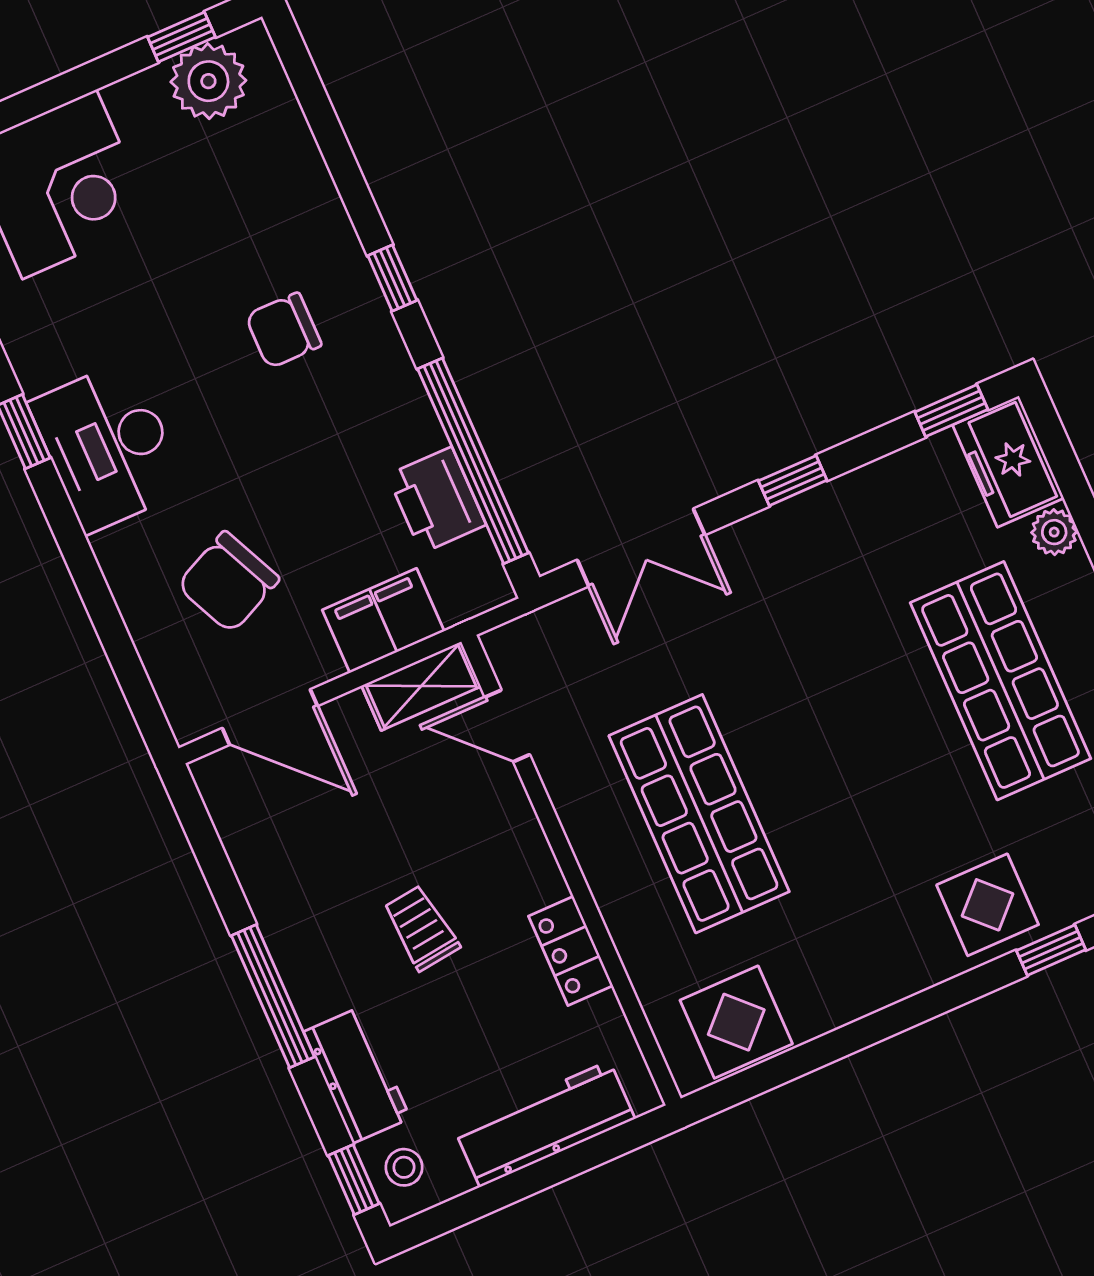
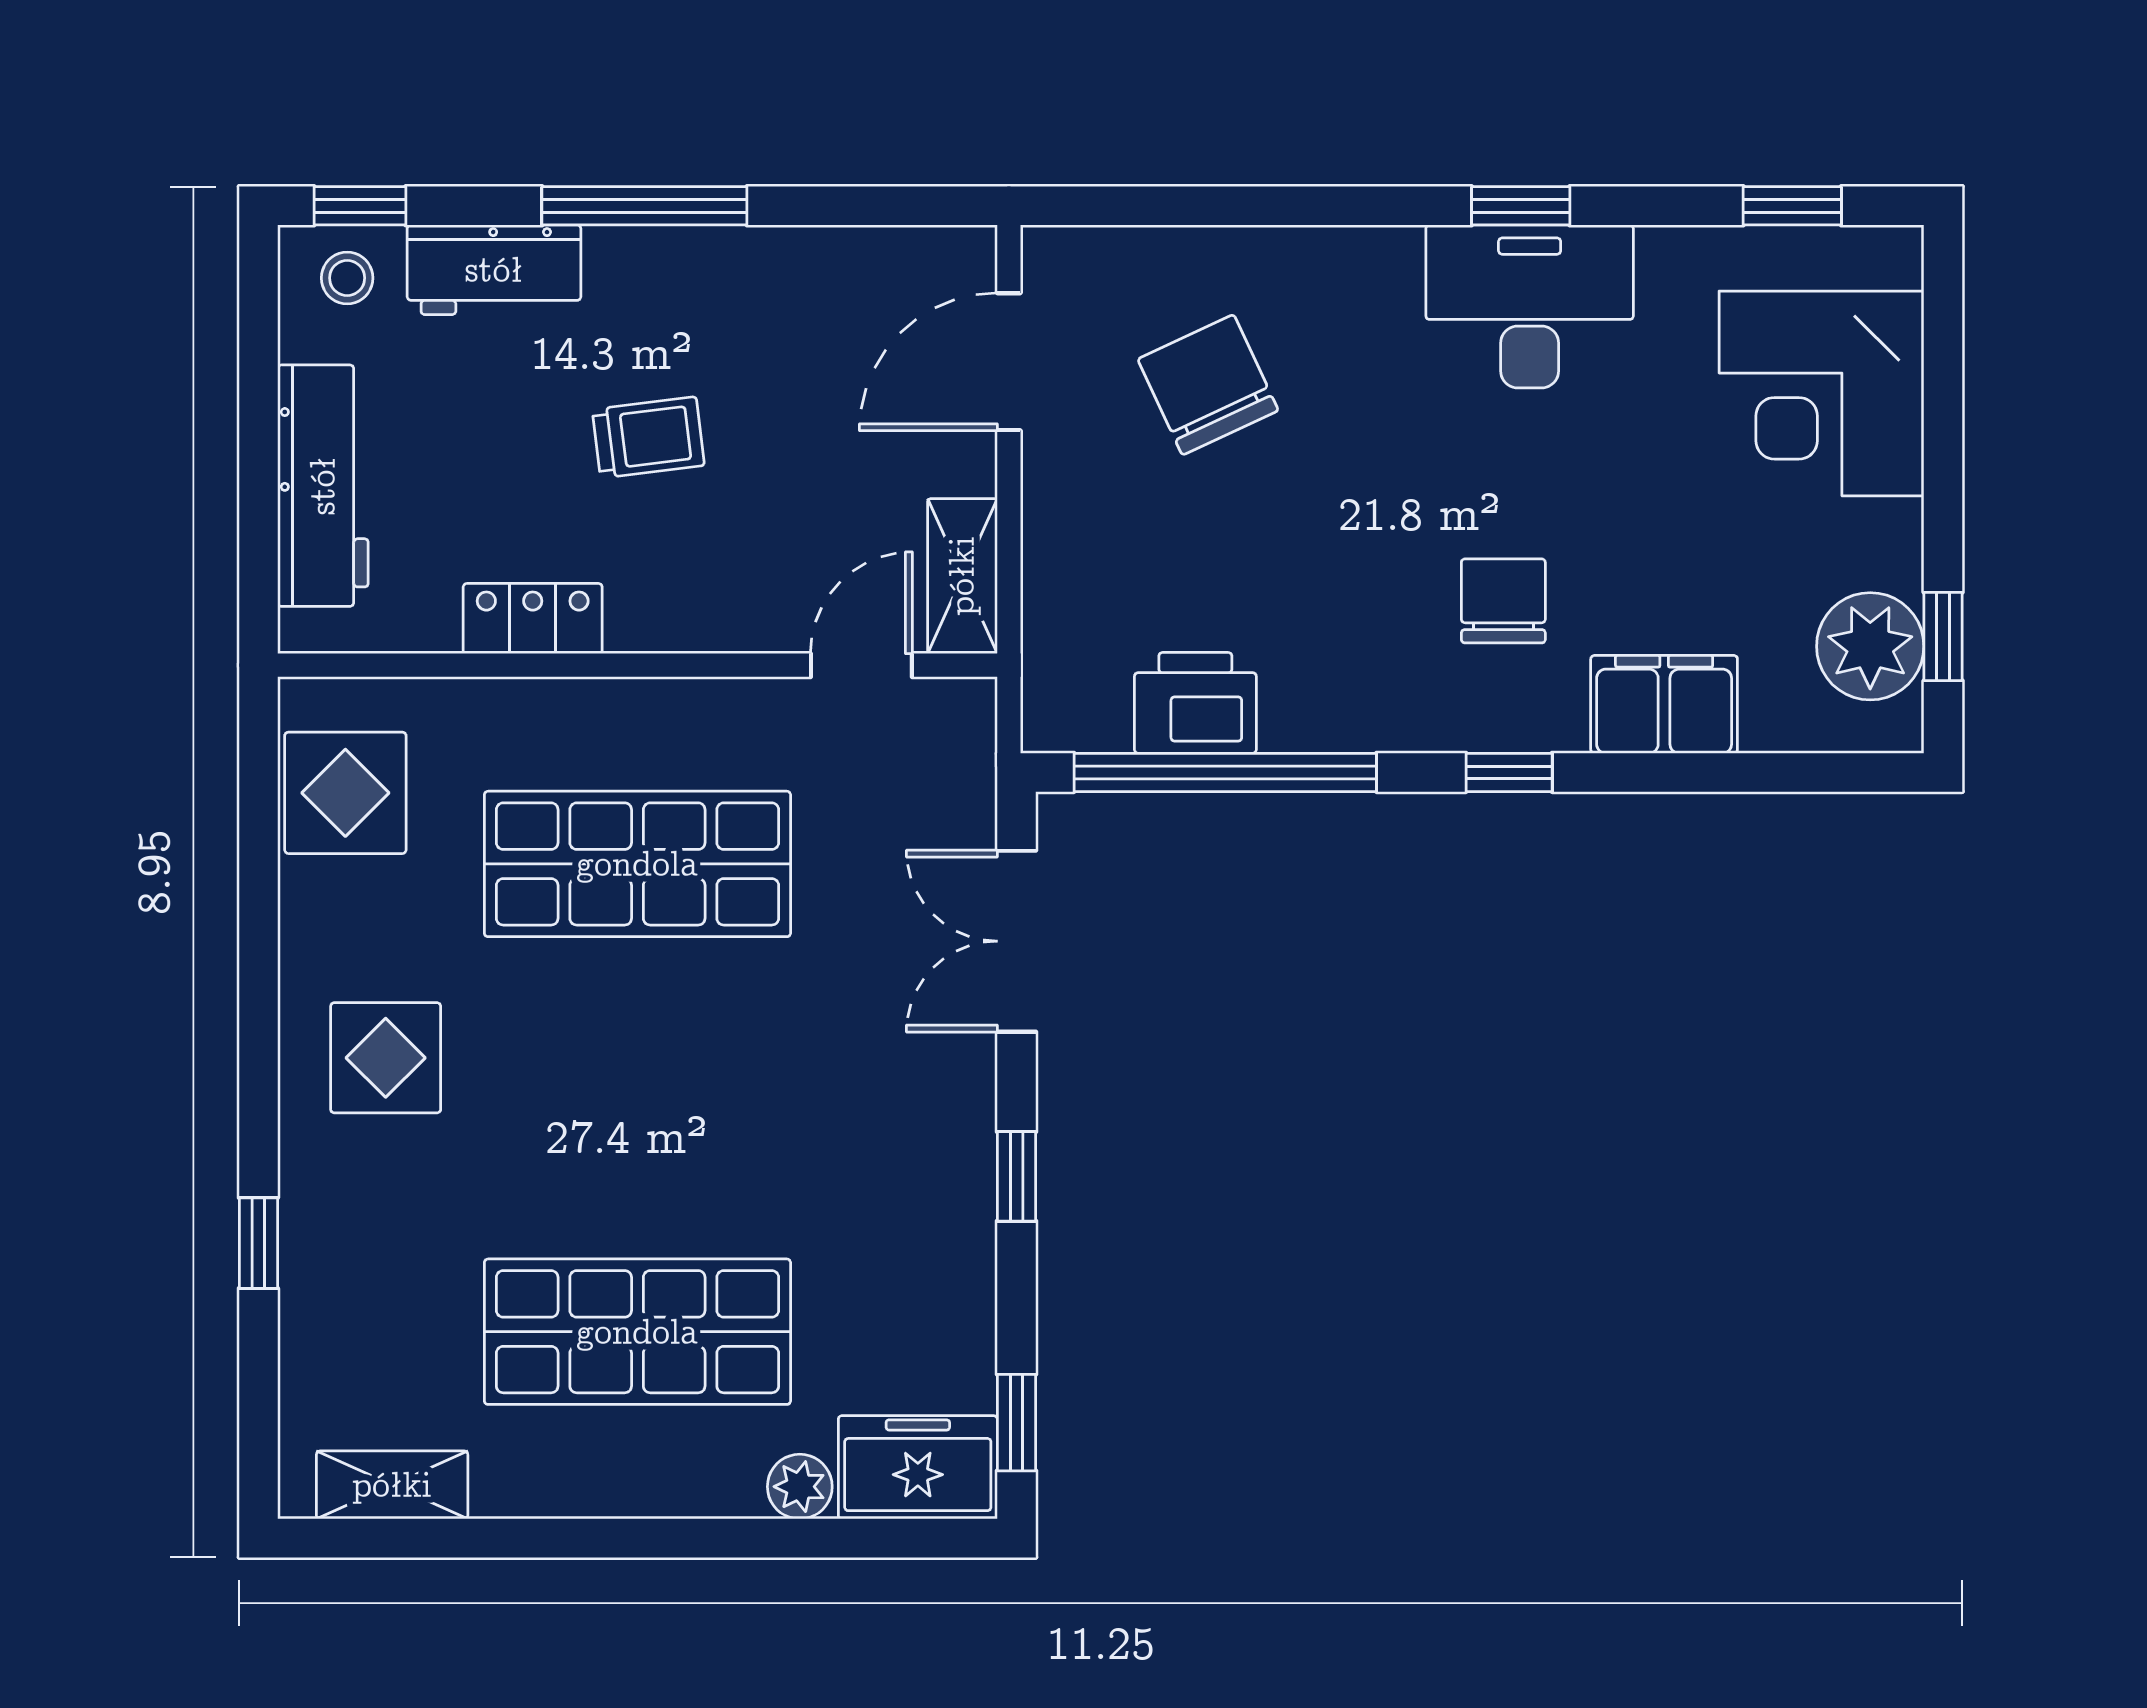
desk: (108, 446) -> (1530, 306), moved
filing cabinet: (383, 621) -> (1664, 704), moved, turned -90
display table: (988, 905) -> (386, 1058), moved

